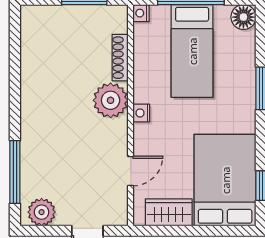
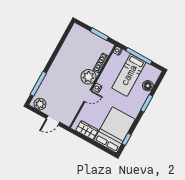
floor lamp: (243, 17) -> (148, 86), moved
door: (131, 171) -> (88, 96), moved

